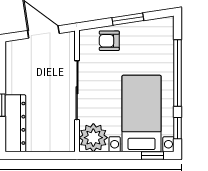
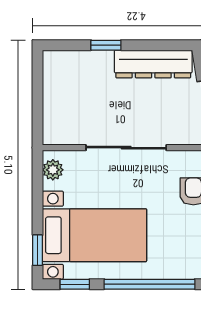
dresser: (15, 123) -> (153, 64), moved
plant: (93, 138) -> (53, 170), width x0.53, depth x0.53

